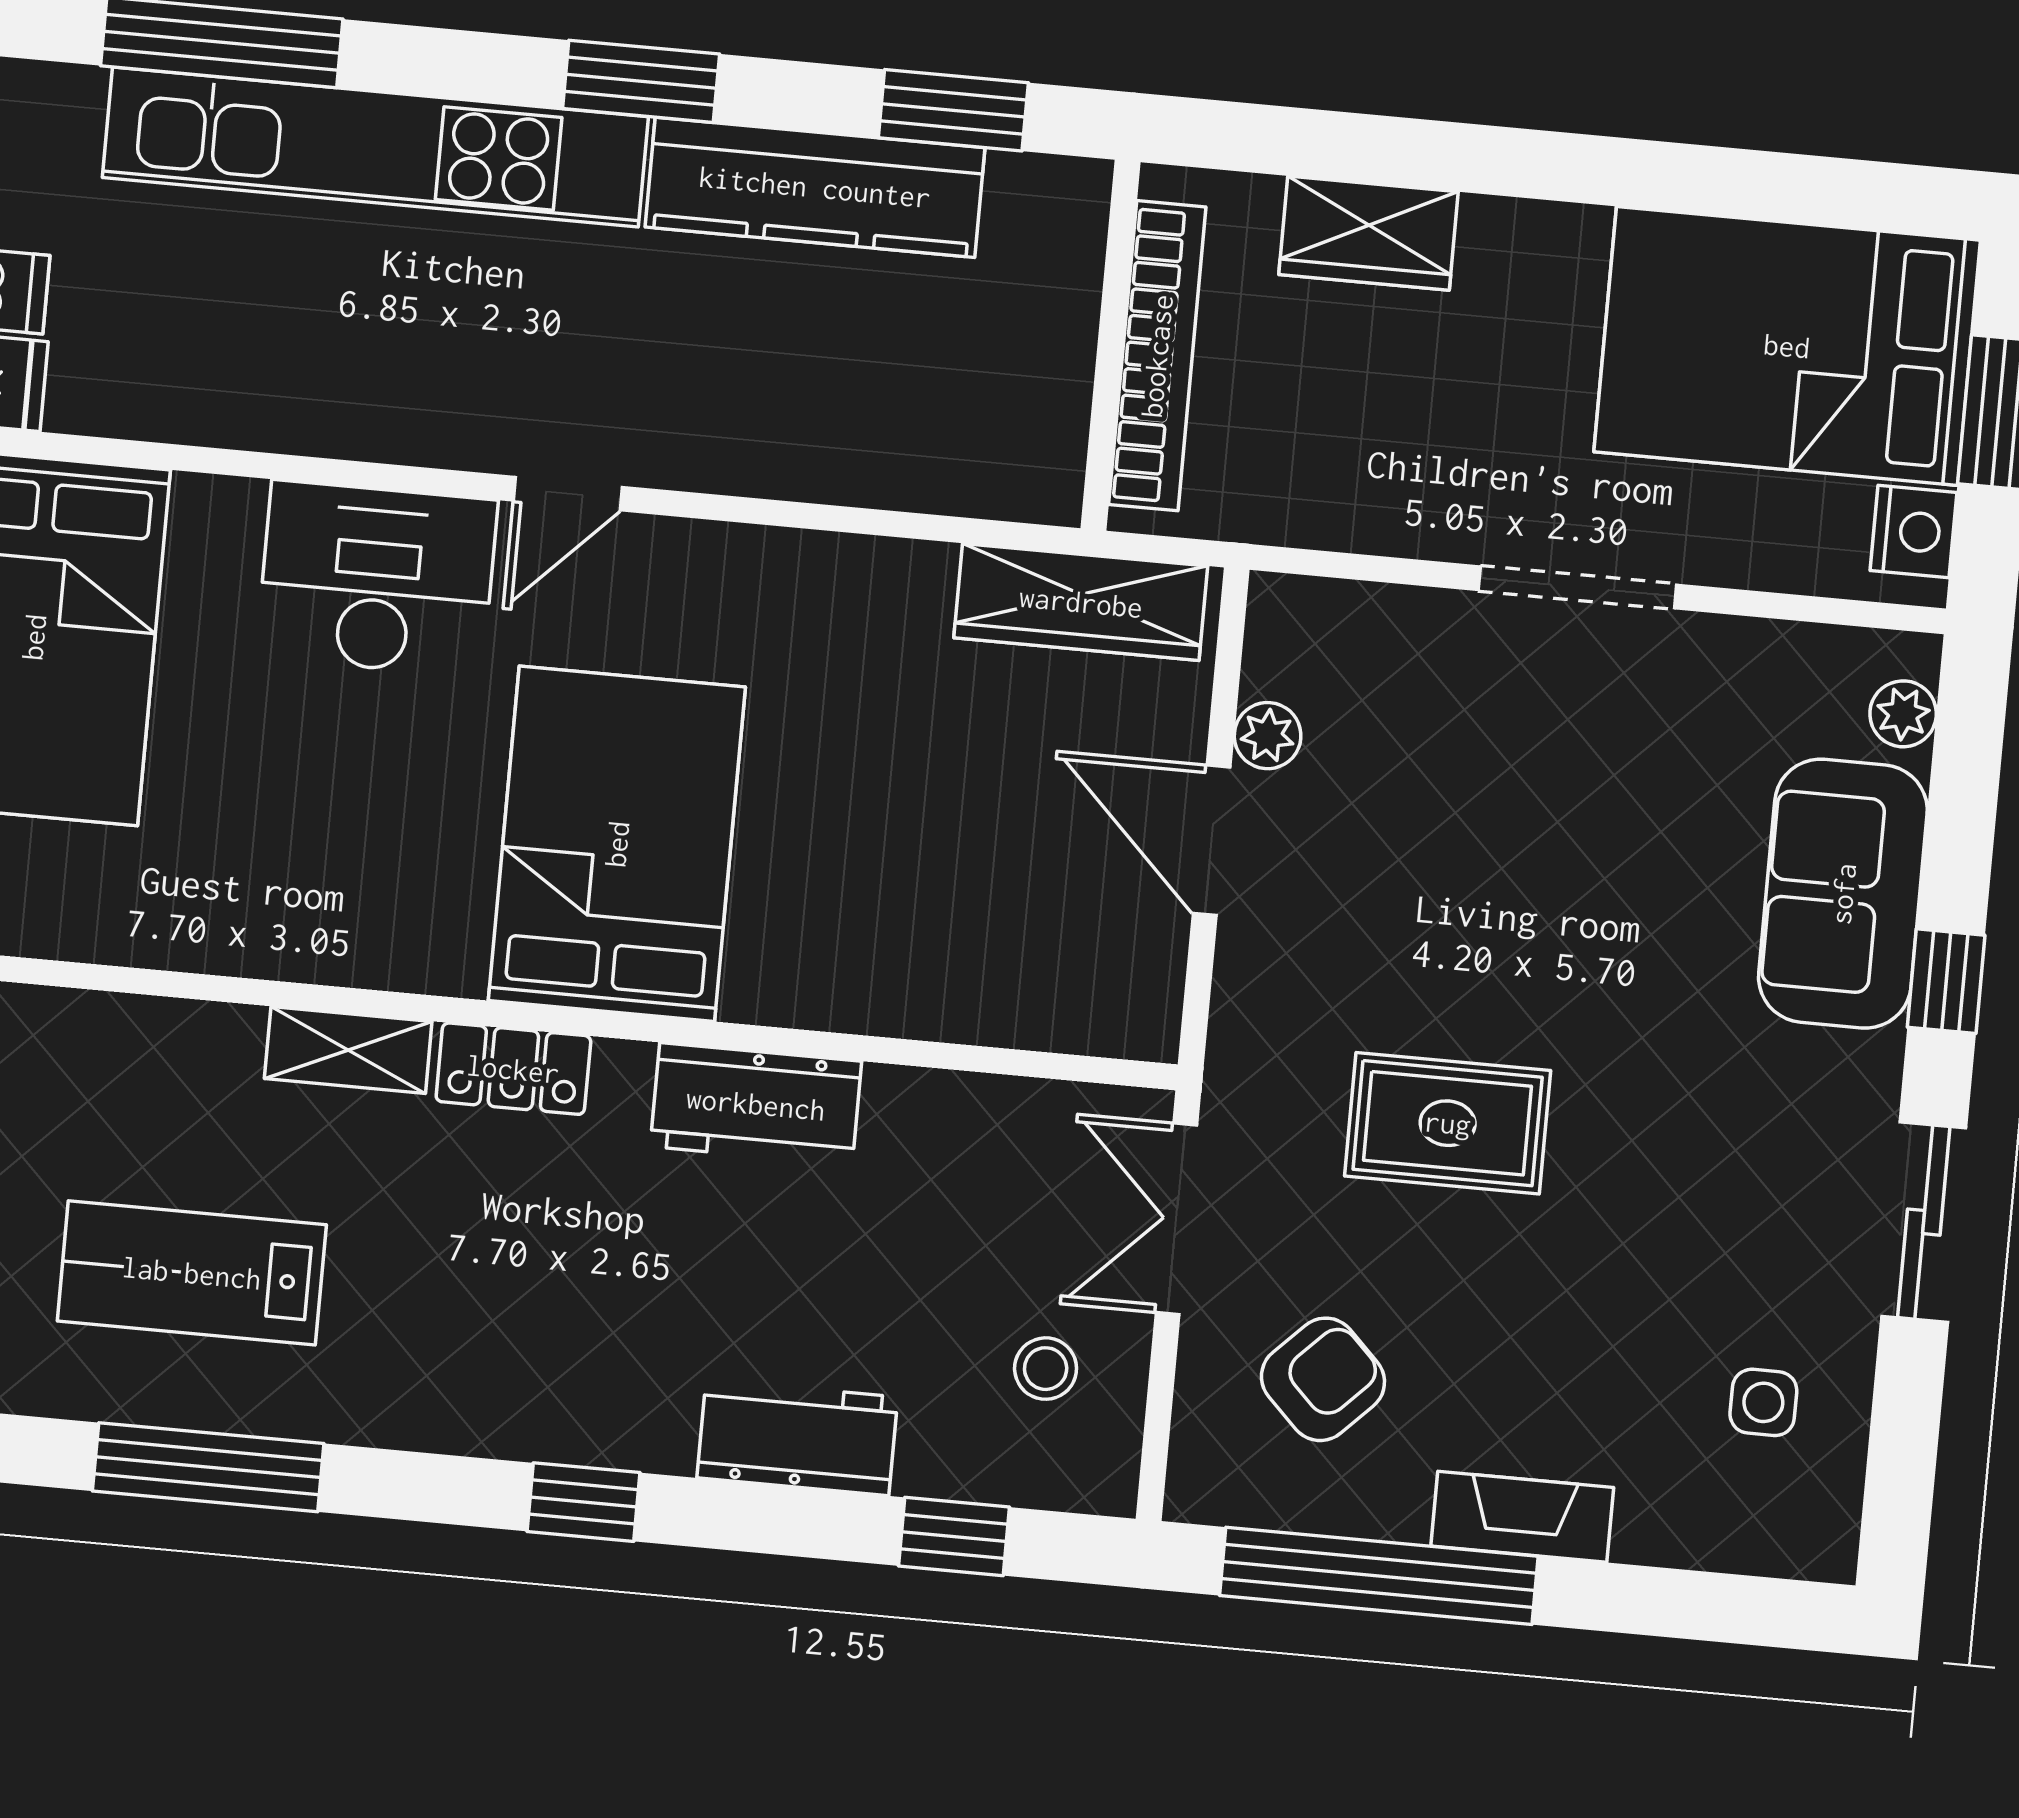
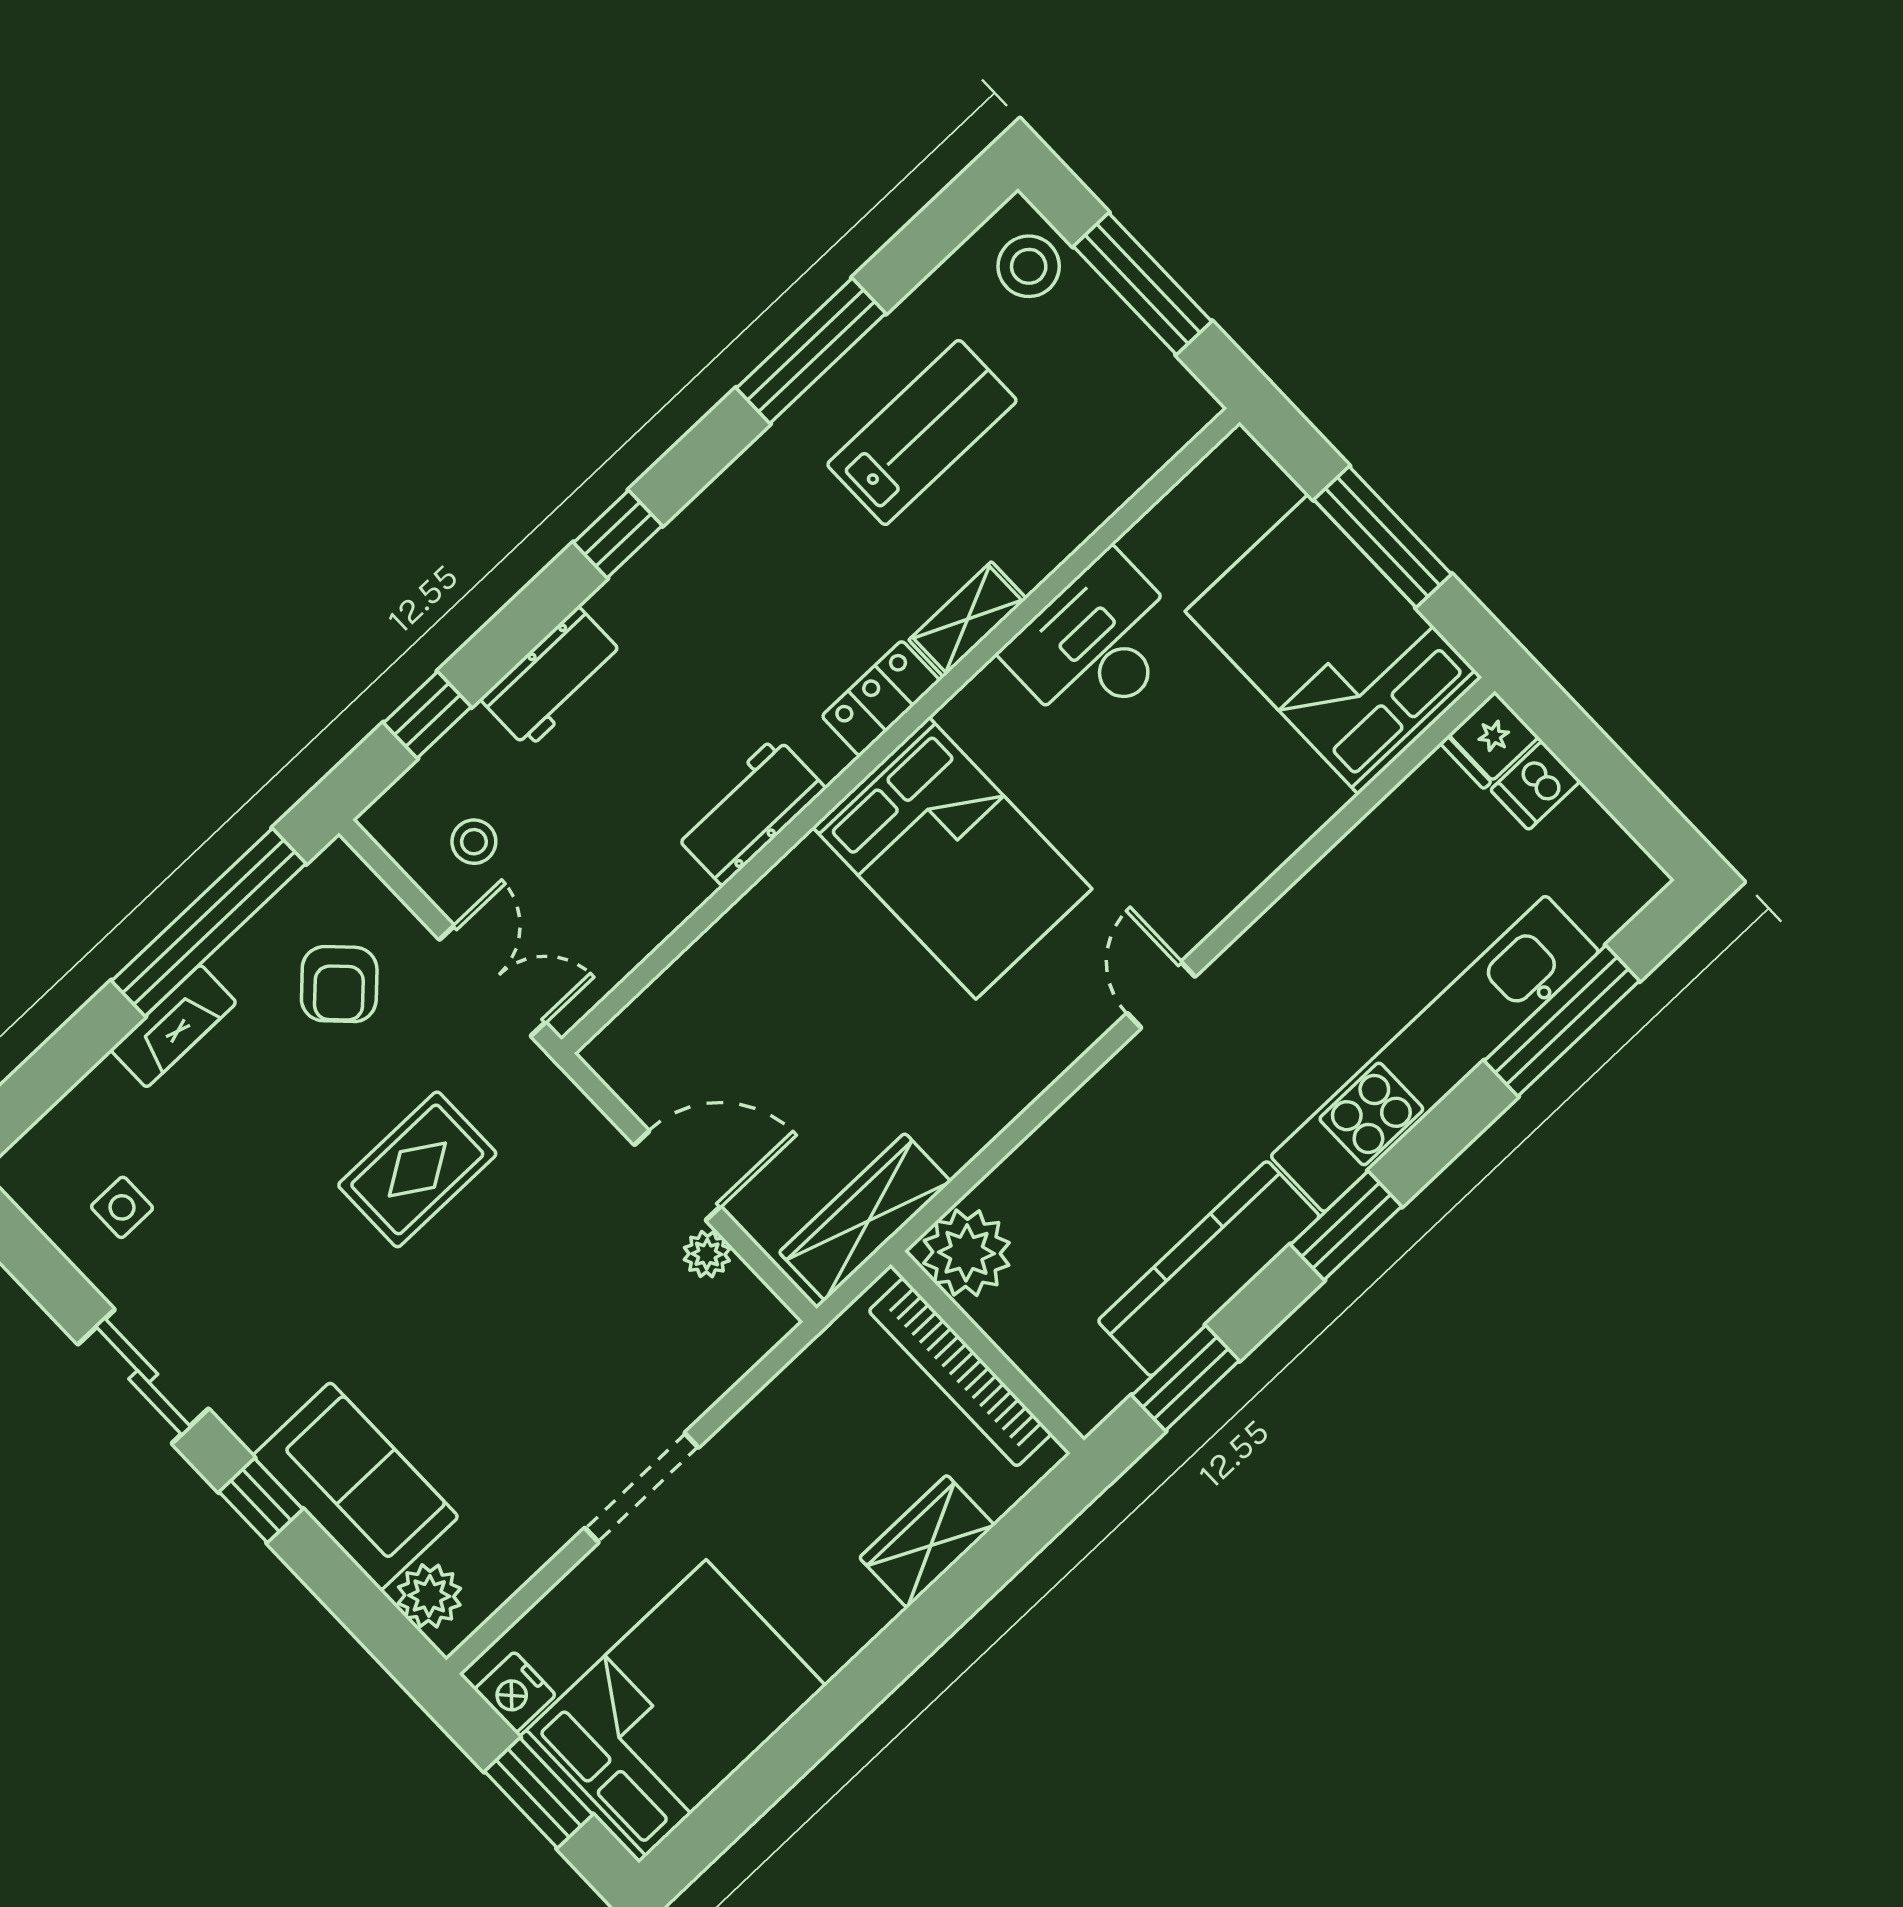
plant: (1024, 460) -> (967, 1253), added
desk: (377, 579) -> (1097, 644), moved, turned 180
plant: (1903, 714) -> (429, 1596), width x1.38, depth x1.38

